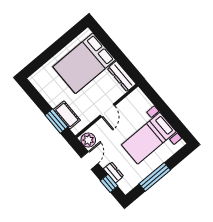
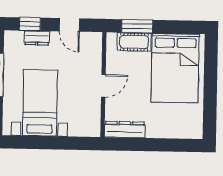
bed: (84, 63) -> (175, 68), moved, turned 180
door: (107, 110) -> (103, 86), swing flipped
plant: (88, 140) -> (91, 41), removed

